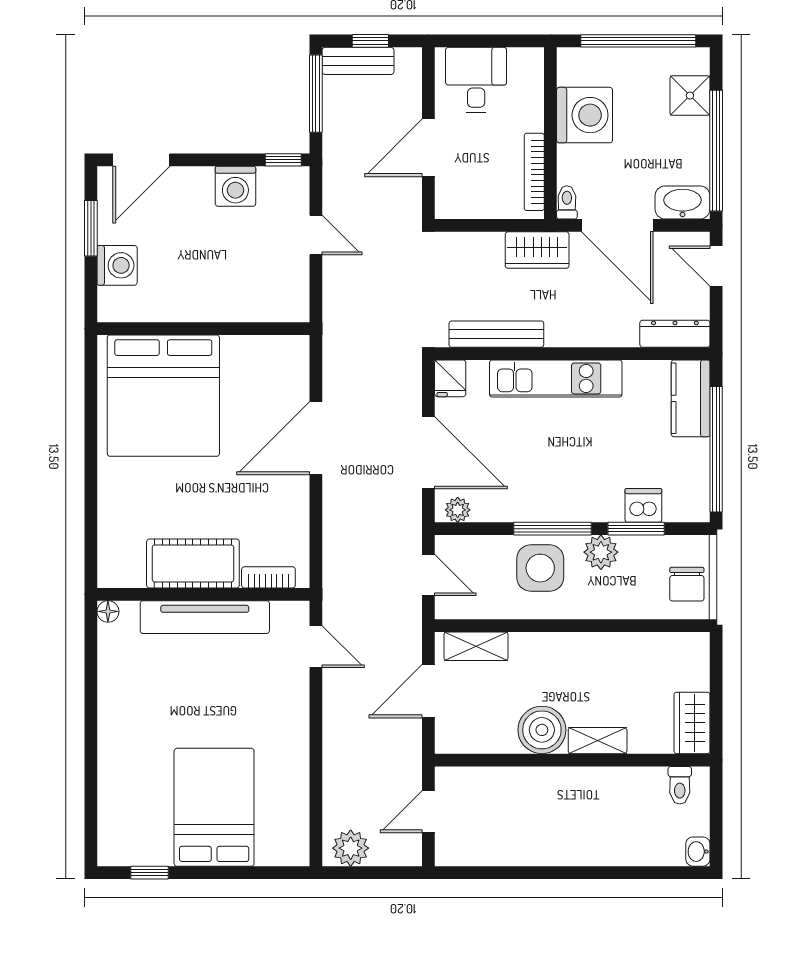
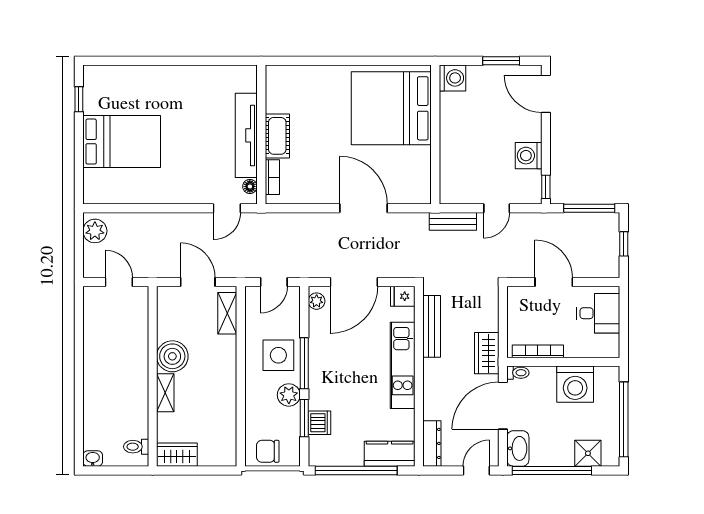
bench: (358, 61) -> (453, 221), moved, turned 90
washing machine: (117, 265) -> (452, 78), moved, turned -90
cot: (193, 563) -> (277, 136), width x0.73, depth x0.75
floor lamp: (108, 611) -> (250, 186), moved

